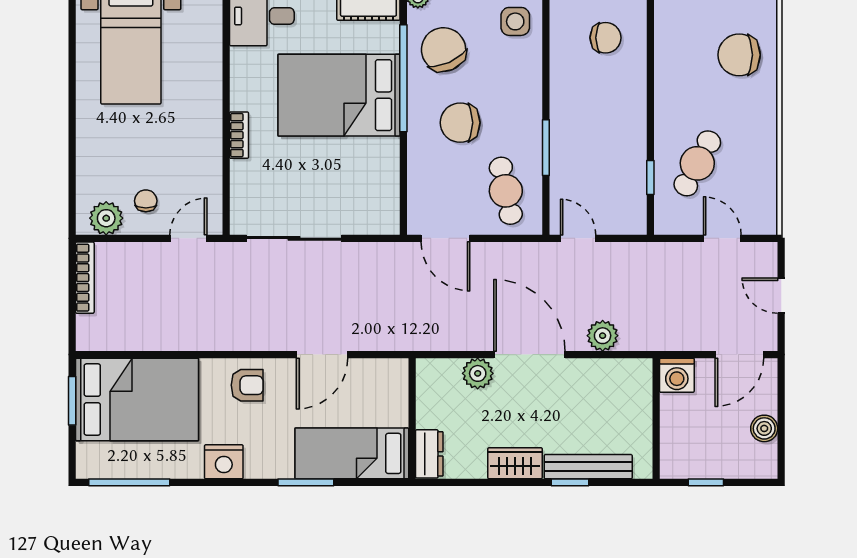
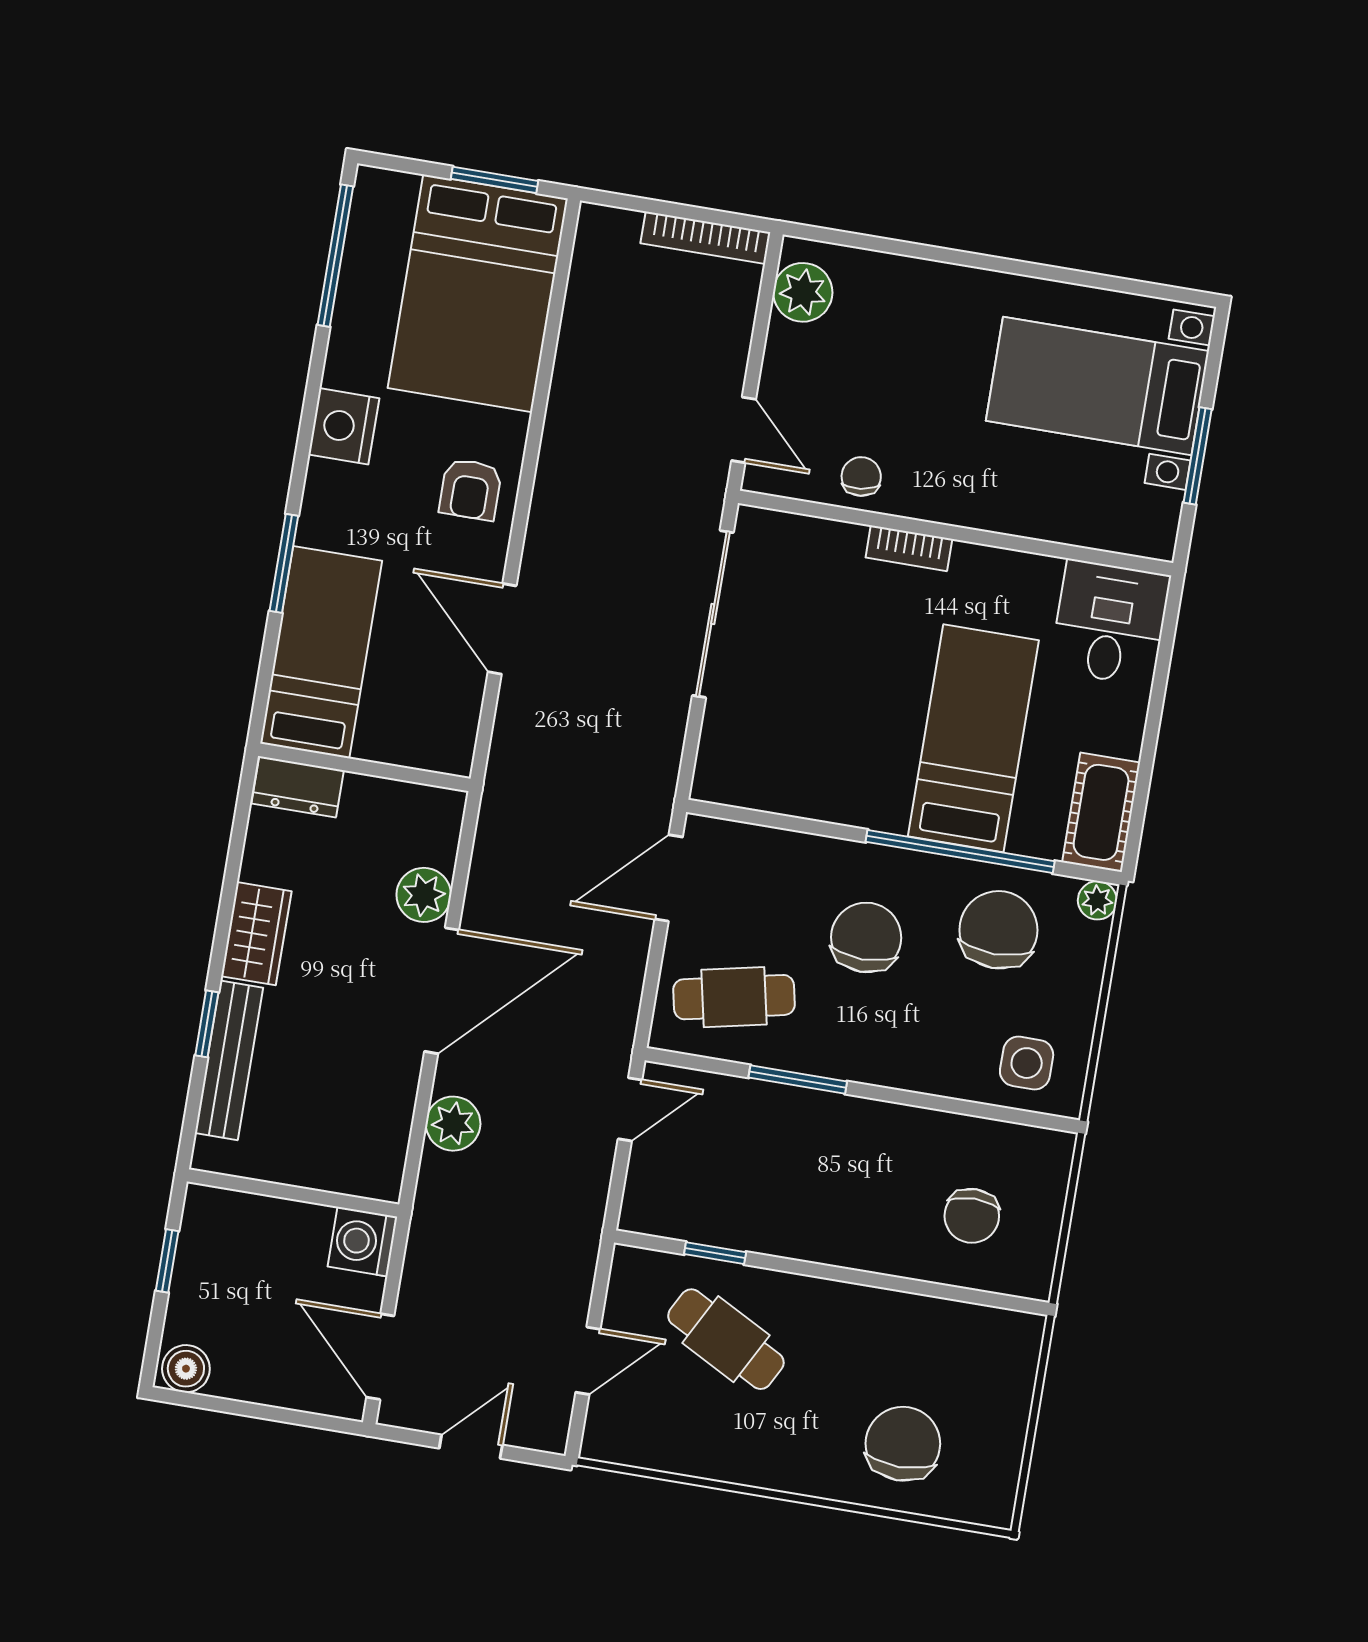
chair: (444, 50) -> (998, 930), turned -66
bed: (339, 95) -> (973, 738), width x0.67
chair: (146, 201) -> (861, 477), moved, turned -97
boiler: (764, 428) -> (186, 1369), moved

